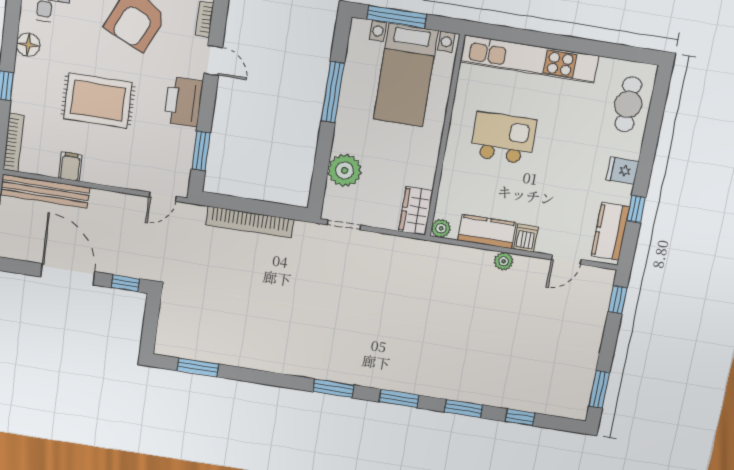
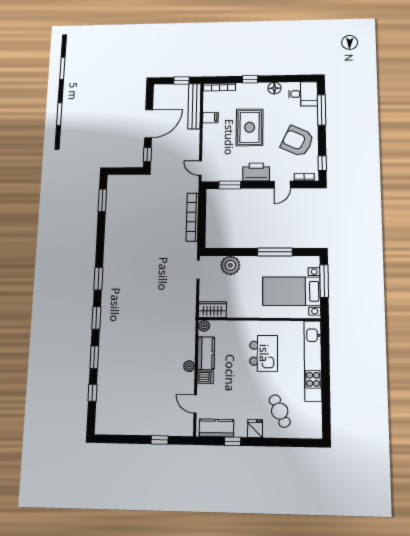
cafe table: (628, 104) -> (280, 411), moved, turned 66
window: (618, 300) -> (160, 440), moved
window: (599, 389) -> (116, 439), removed

